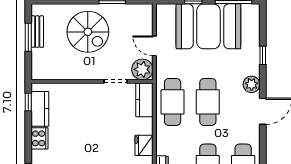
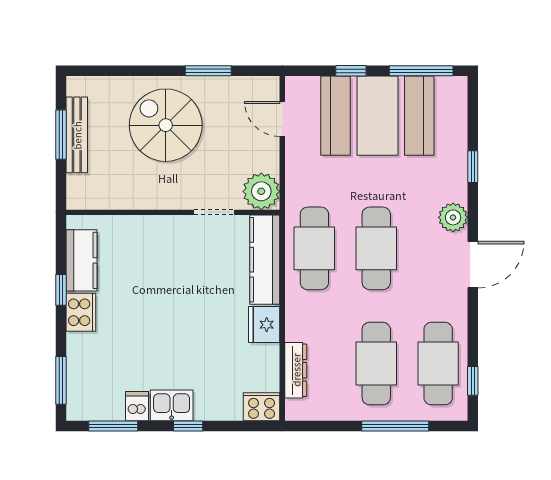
bench: (37, 32) -> (77, 135), width x1.36
spiral stairs: (88, 32) -> (166, 125), turned 180
door: (154, 46) -> (282, 119), moved
kitchen counter: (144, 100) -> (265, 260), width x1.50
window: (28, 102) -> (61, 290), moved

